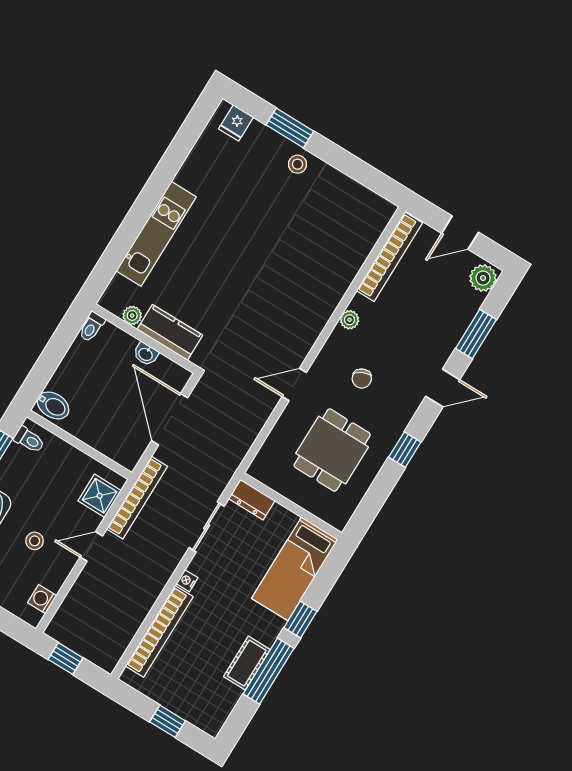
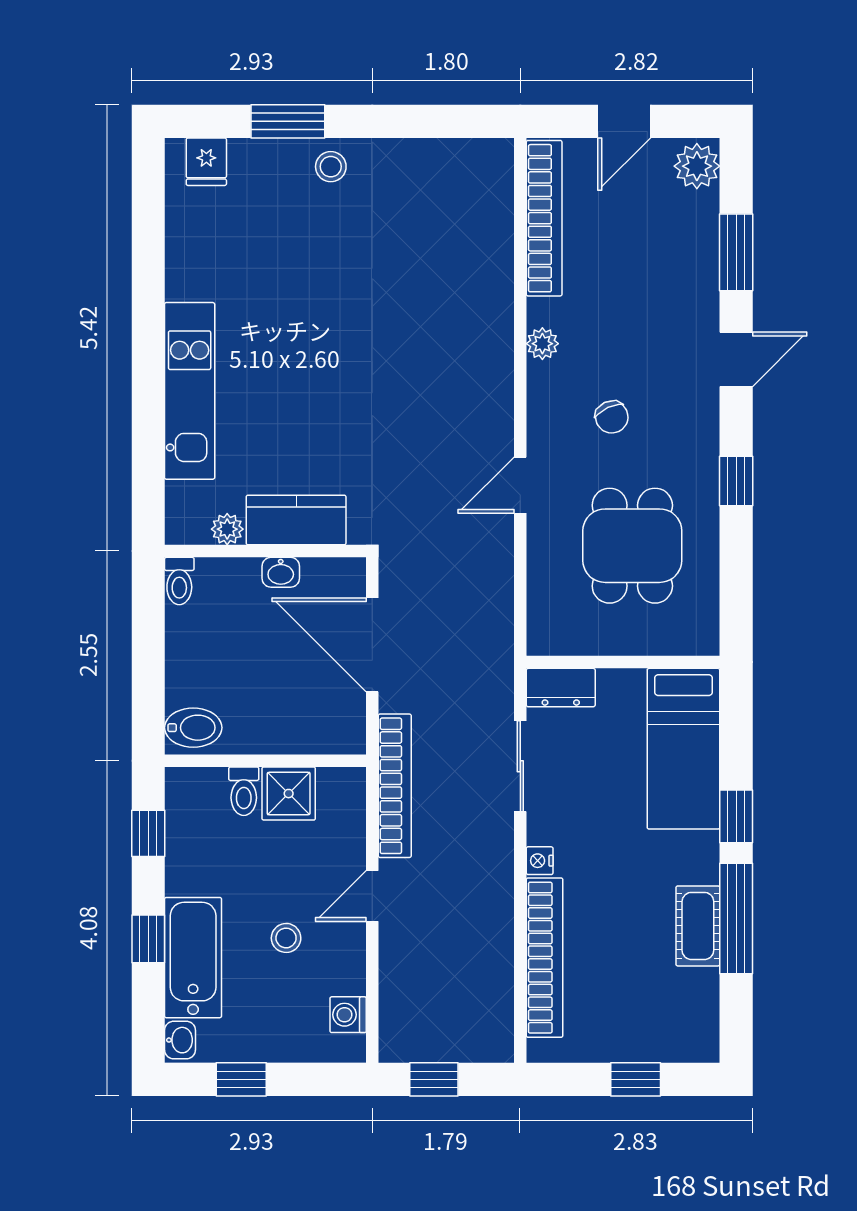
toilet: (29, 440) -> (244, 791), moved, turned 90
shower: (100, 496) -> (289, 794), moved

